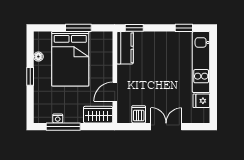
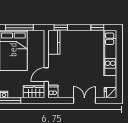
window: (78, 28) -> (19, 28), width x1.44
fridge: (201, 101) -> (111, 93), moved
dishwasher: (139, 114) -> (53, 91), moved

